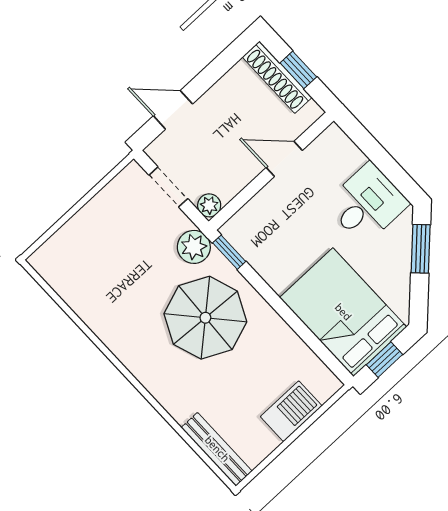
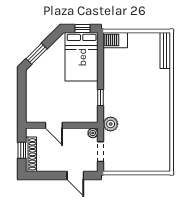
desk: (367, 204) -> (40, 85), removed
window: (229, 252) -> (101, 97), moved
parasol: (205, 318) -> (129, 97), removed
barbecue: (291, 411) -> (115, 40), moved

